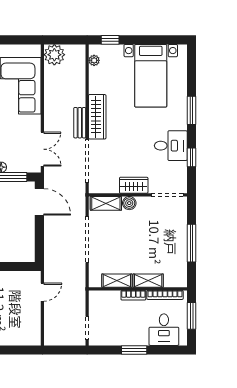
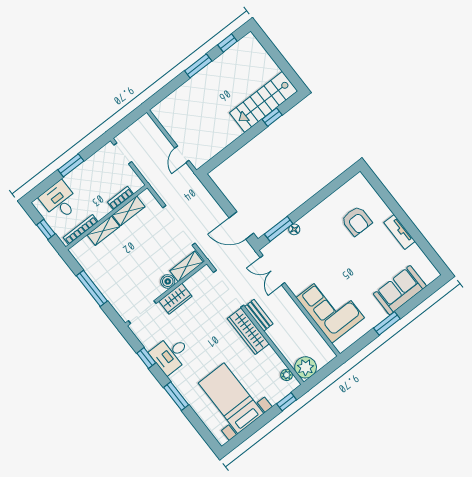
plant: (54, 55) -> (306, 367), moved
bookcase: (133, 295) -> (120, 198), moved
window: (191, 316) -> (46, 229), width x0.67

